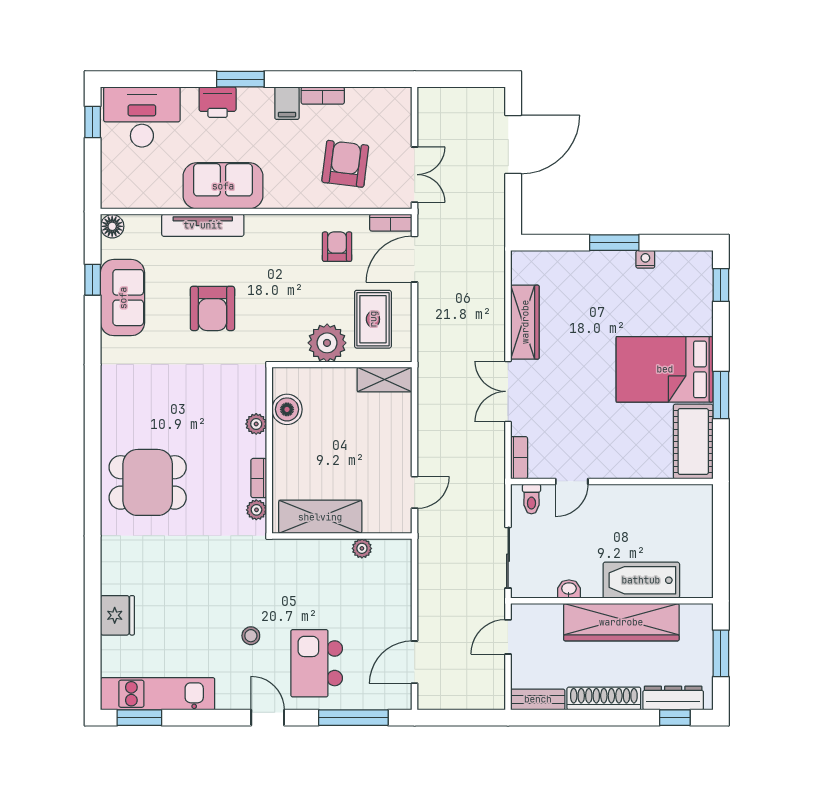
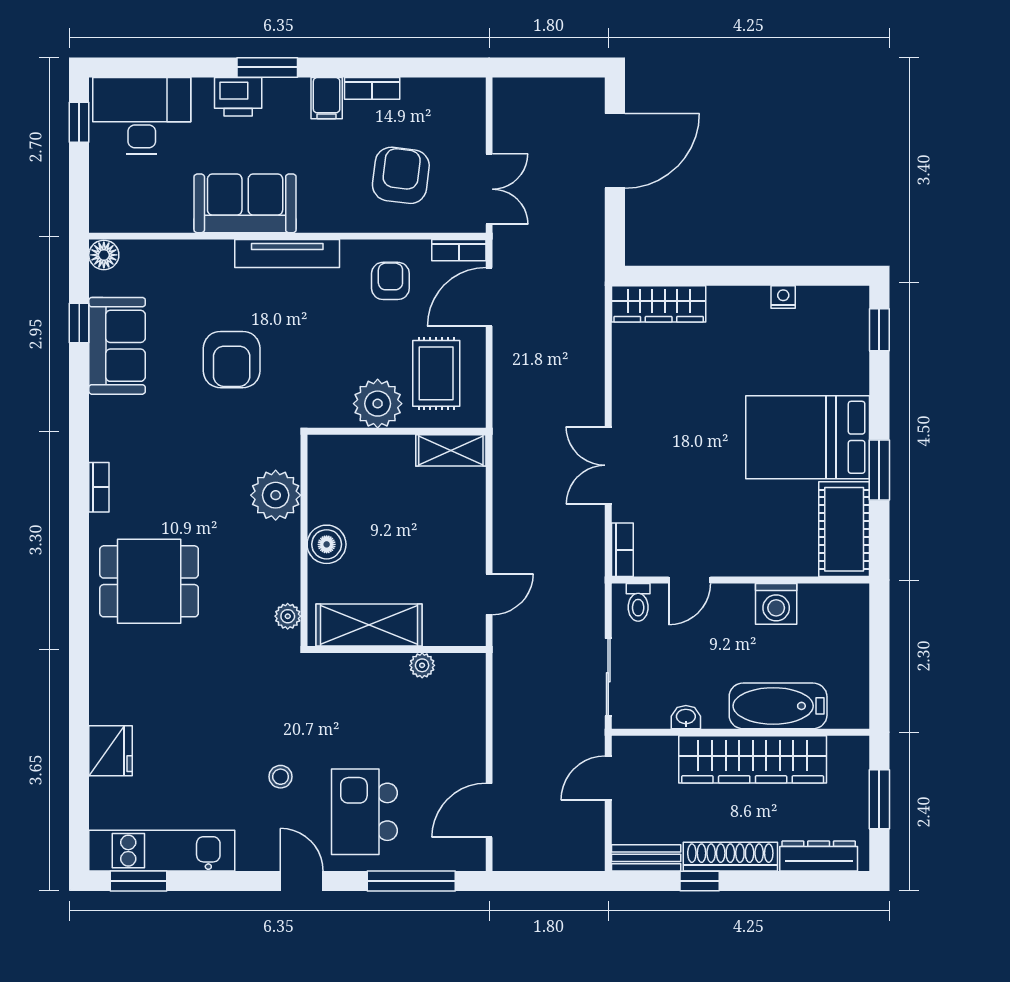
tv unit: (203, 225) -> (287, 254), moved
window: (614, 243) -> (744, 276), removed
wardrobe: (525, 322) -> (659, 304), moved, turned 90
boiler: (287, 409) -> (327, 544), moved
plant: (256, 424) -> (276, 495), width x1.88, depth x1.88
bookcase: (259, 478) -> (99, 487), moved, turned 180
washing machine: (640, 500) -> (776, 604), added
window: (675, 718) -> (700, 881), moved

